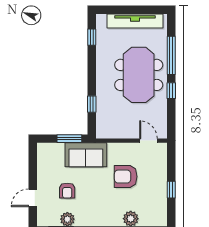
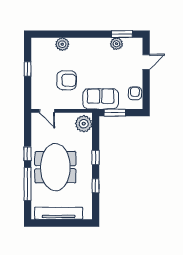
window: (92, 37) -> (96, 186), moved
window: (92, 104) -> (96, 157), moved
plant: (106, 126) -> (84, 124), added
armchair: (67, 191) -> (135, 93), moved

